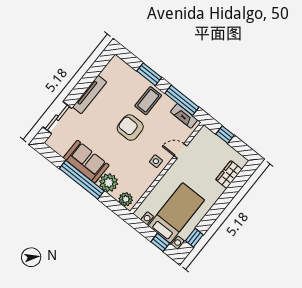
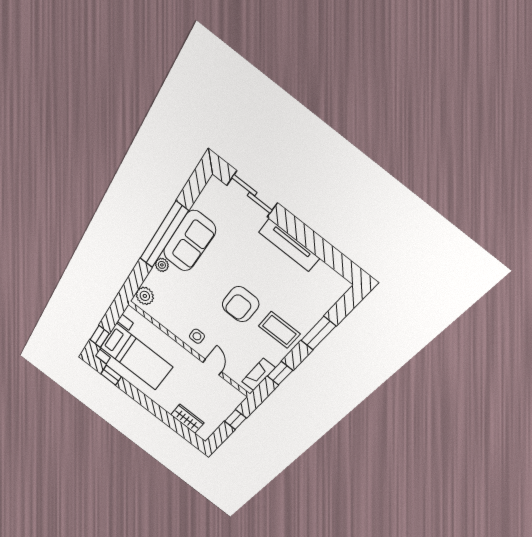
window: (182, 100) -> (280, 373), width x0.46
armchair: (130, 128) -> (240, 304), turned 180
plant: (109, 183) -> (162, 265), width x0.53, depth x0.53

